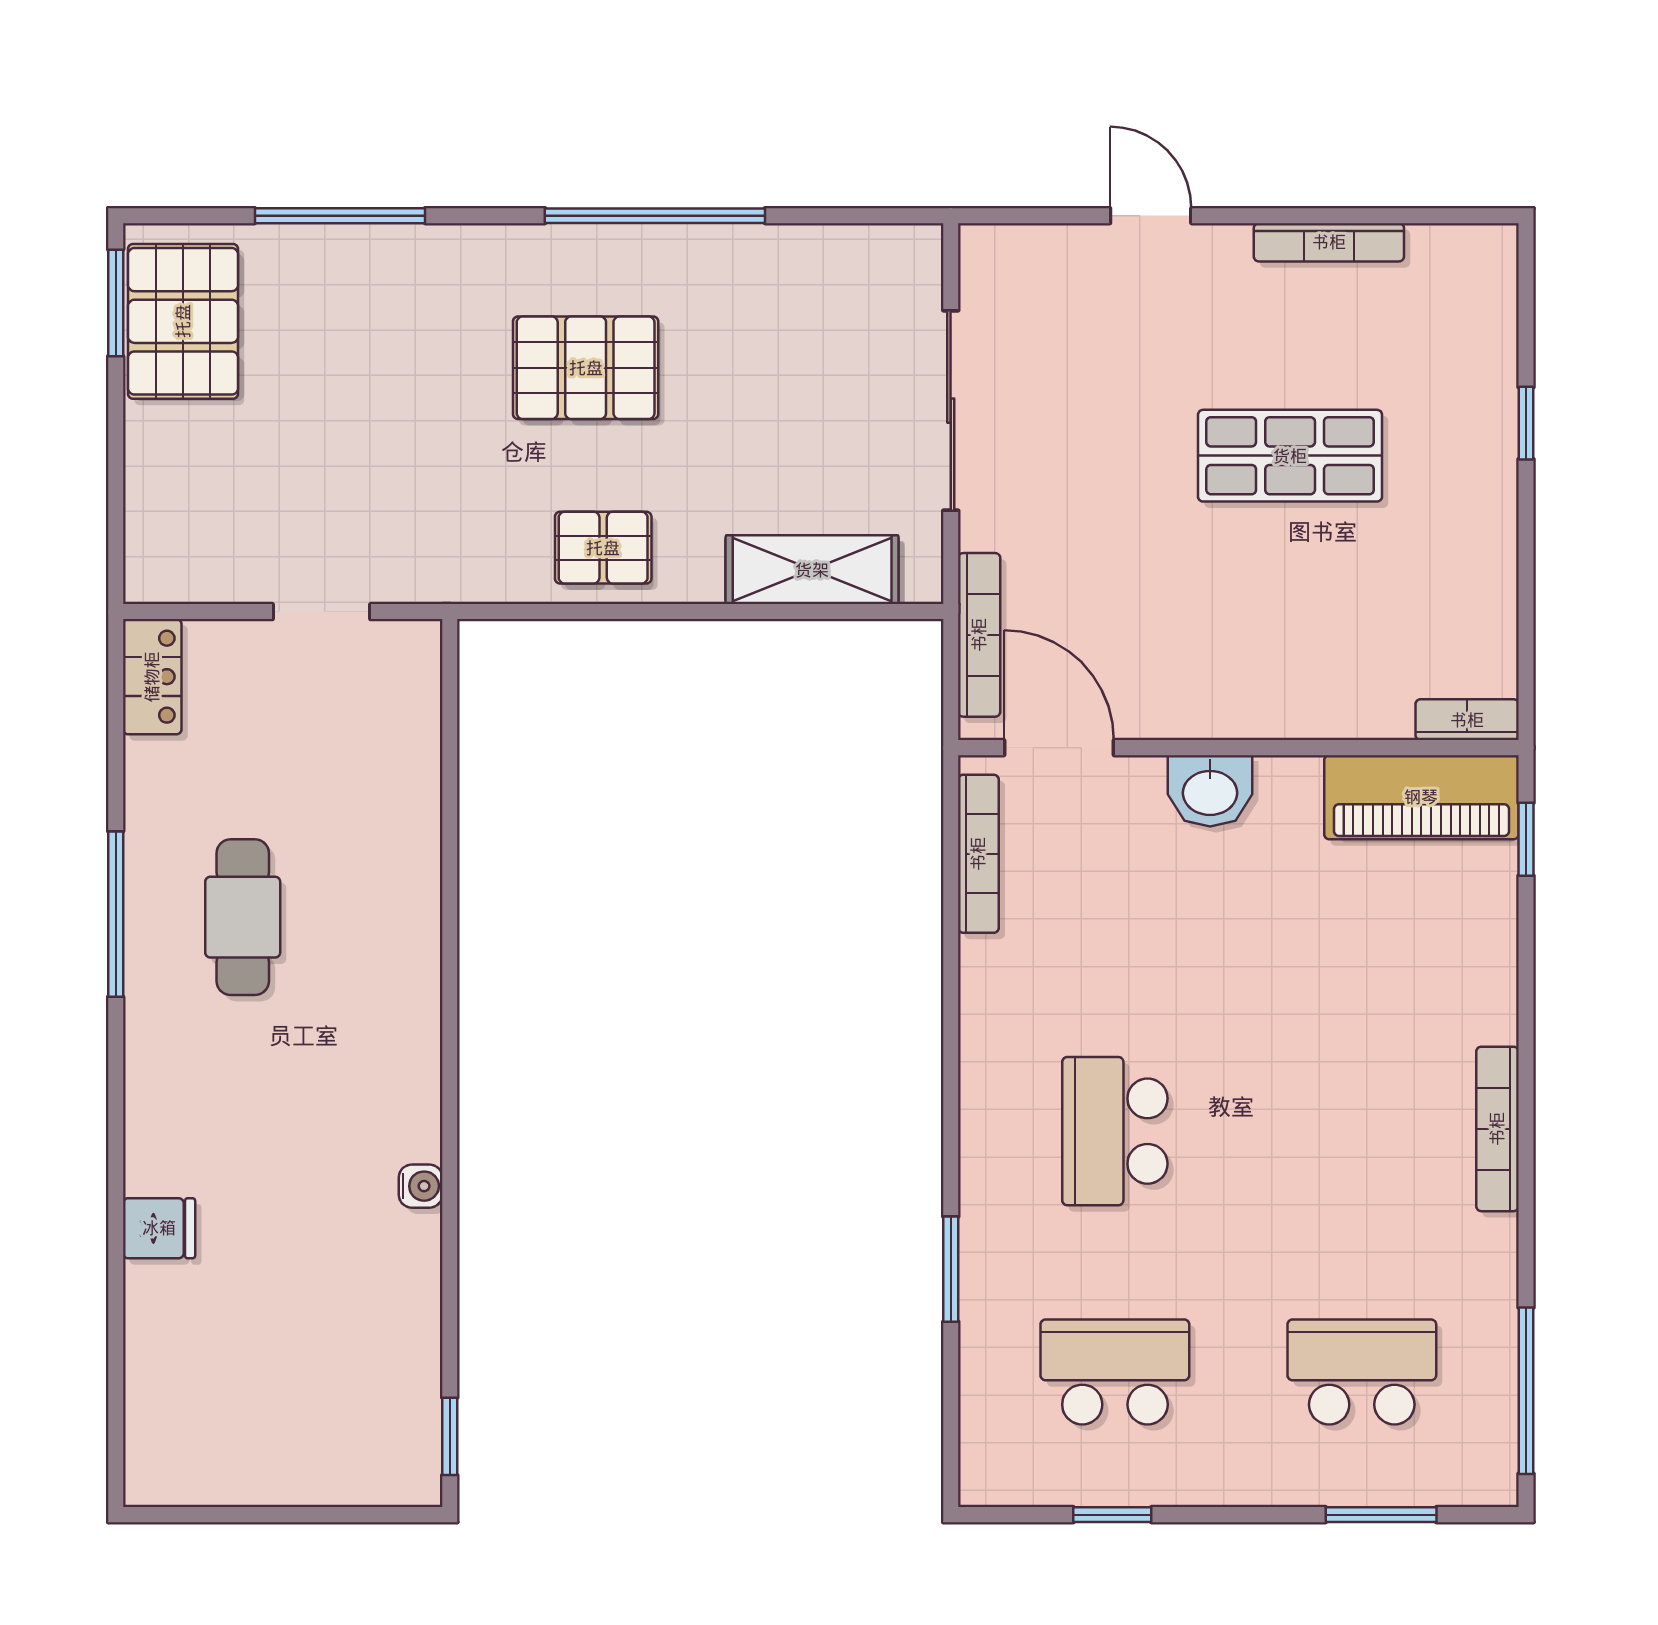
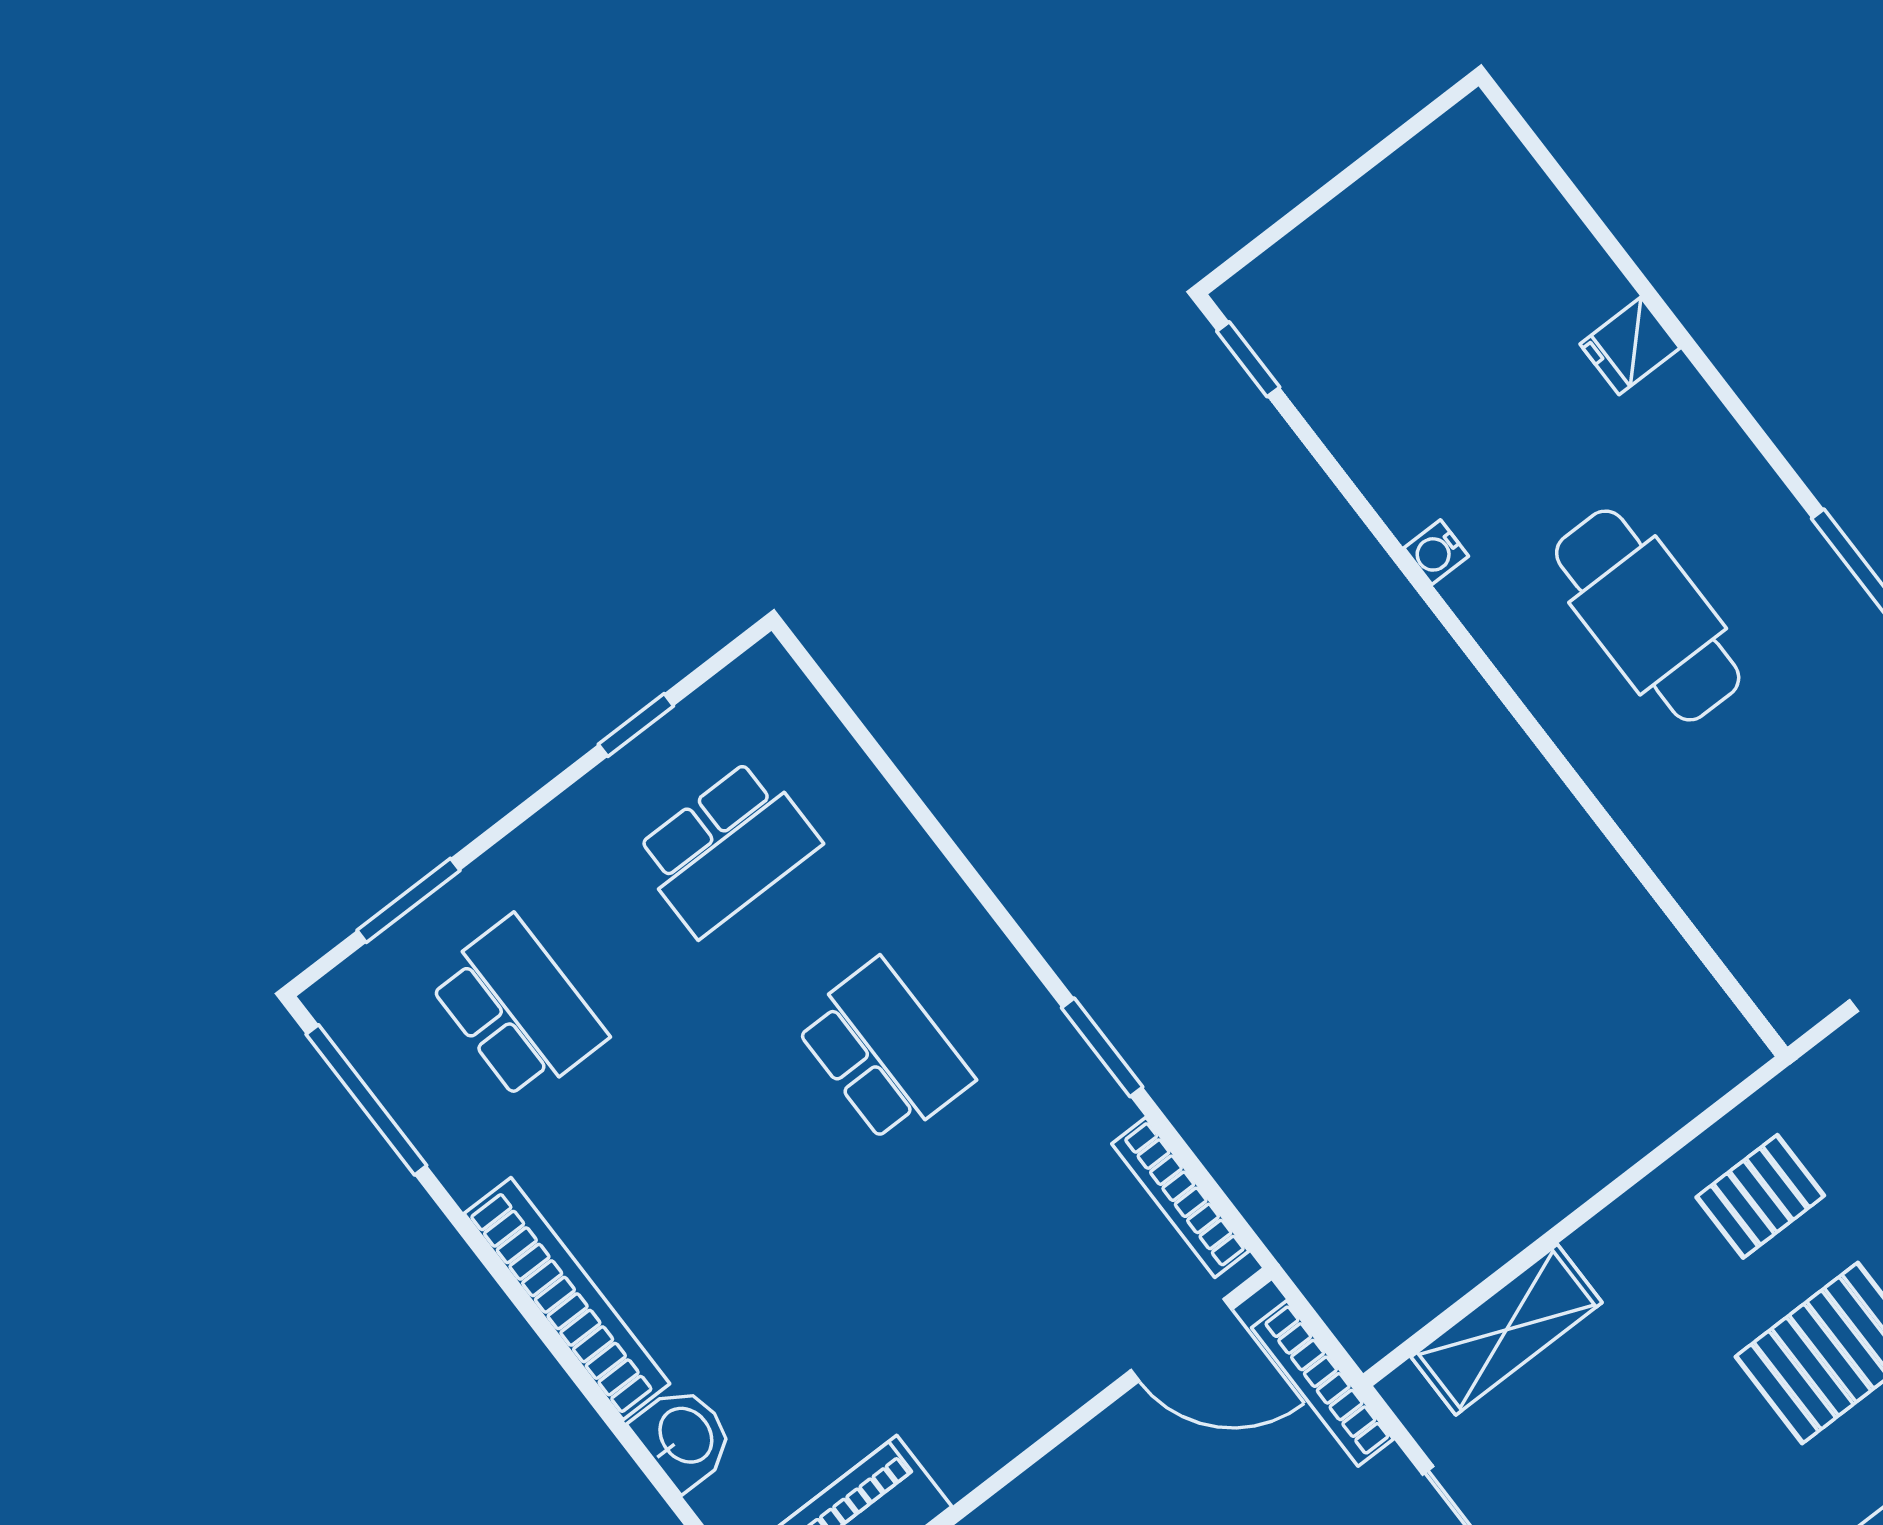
pallet: (603, 548) -> (1760, 1196), moved
washbasin: (1210, 791) -> (684, 1437), moved, turned 90
cafe table: (243, 917) -> (1648, 615), moved, width x1.37, depth x1.35
bookcase: (1497, 1129) -> (567, 1299), width x1.48, depth x1.31
window: (951, 1269) -> (1102, 1047), moved
school desk: (1362, 1372) -> (518, 1009), turned -90

